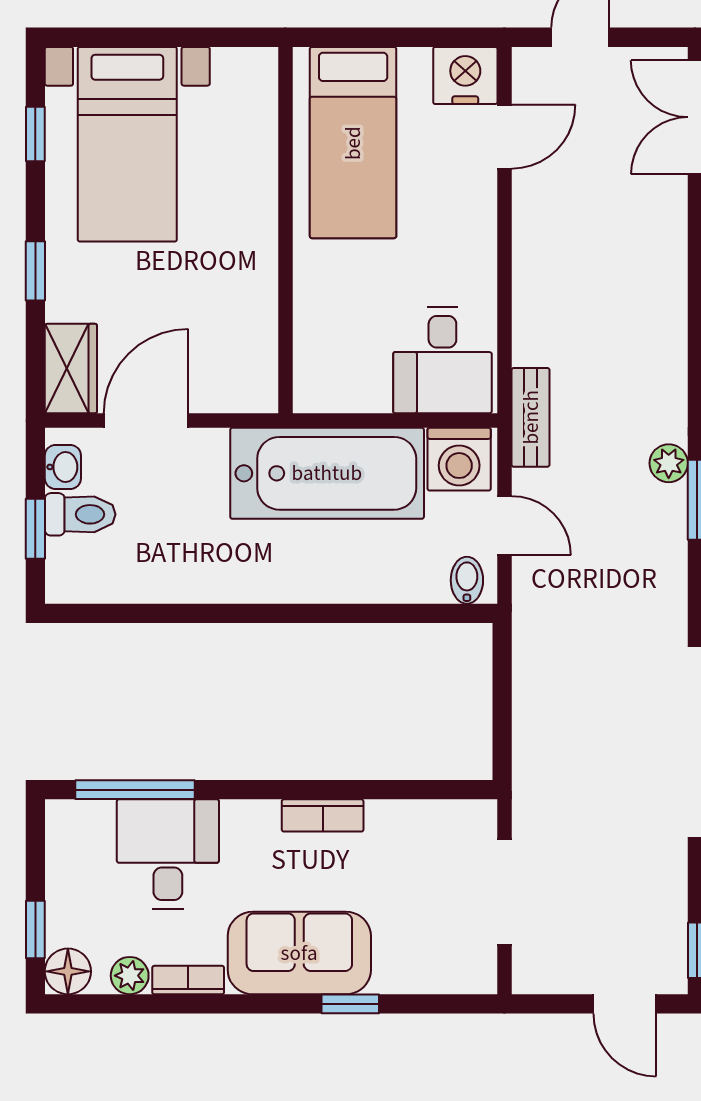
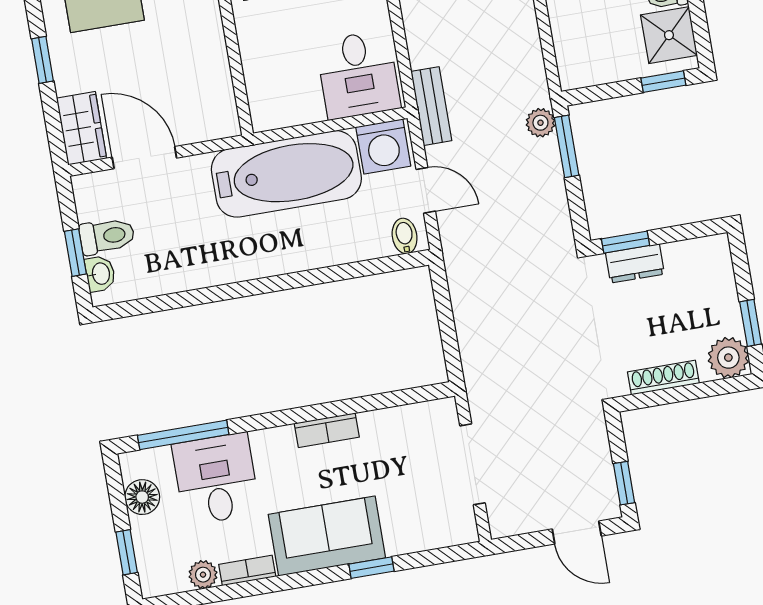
door: (146, 421) -> (144, 158), hinge flipped
washbasin: (63, 467) -> (100, 274), moved
floor lamp: (68, 971) -> (142, 497), moved

